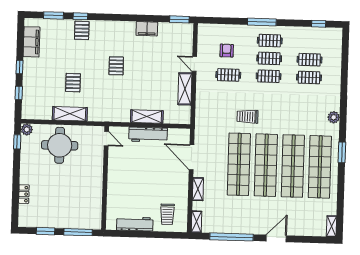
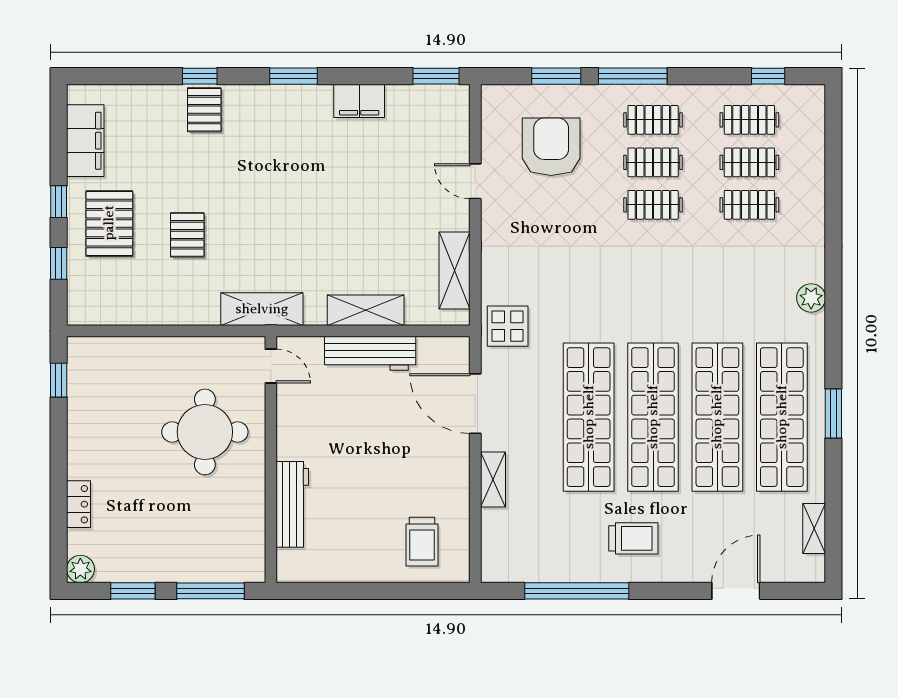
window: (53, 15) -> (293, 76), moved
window: (230, 21) -> (556, 76), added
armchair: (227, 51) -> (551, 147), width x1.88, depth x1.88
pallet: (116, 66) -> (109, 223), moved, width x1.50, depth x1.42
clothes rail: (228, 75) -> (749, 120), moved
shelving: (185, 89) -> (454, 271), moved
shelving: (70, 114) -> (262, 309), moved
trolley: (248, 117) -> (633, 538), moved, turned 180
display table: (206, 125) -> (508, 326), added
plant: (27, 129) -> (80, 569), moved
round table: (60, 145) -> (205, 432), moved
window: (342, 152) -> (833, 414), moved
shelving: (197, 222) -> (492, 557), removed
workbench: (135, 224) -> (292, 504), moved, turned 90
shelving: (331, 226) -> (814, 528), moved
door: (276, 238) -> (736, 591), moved

